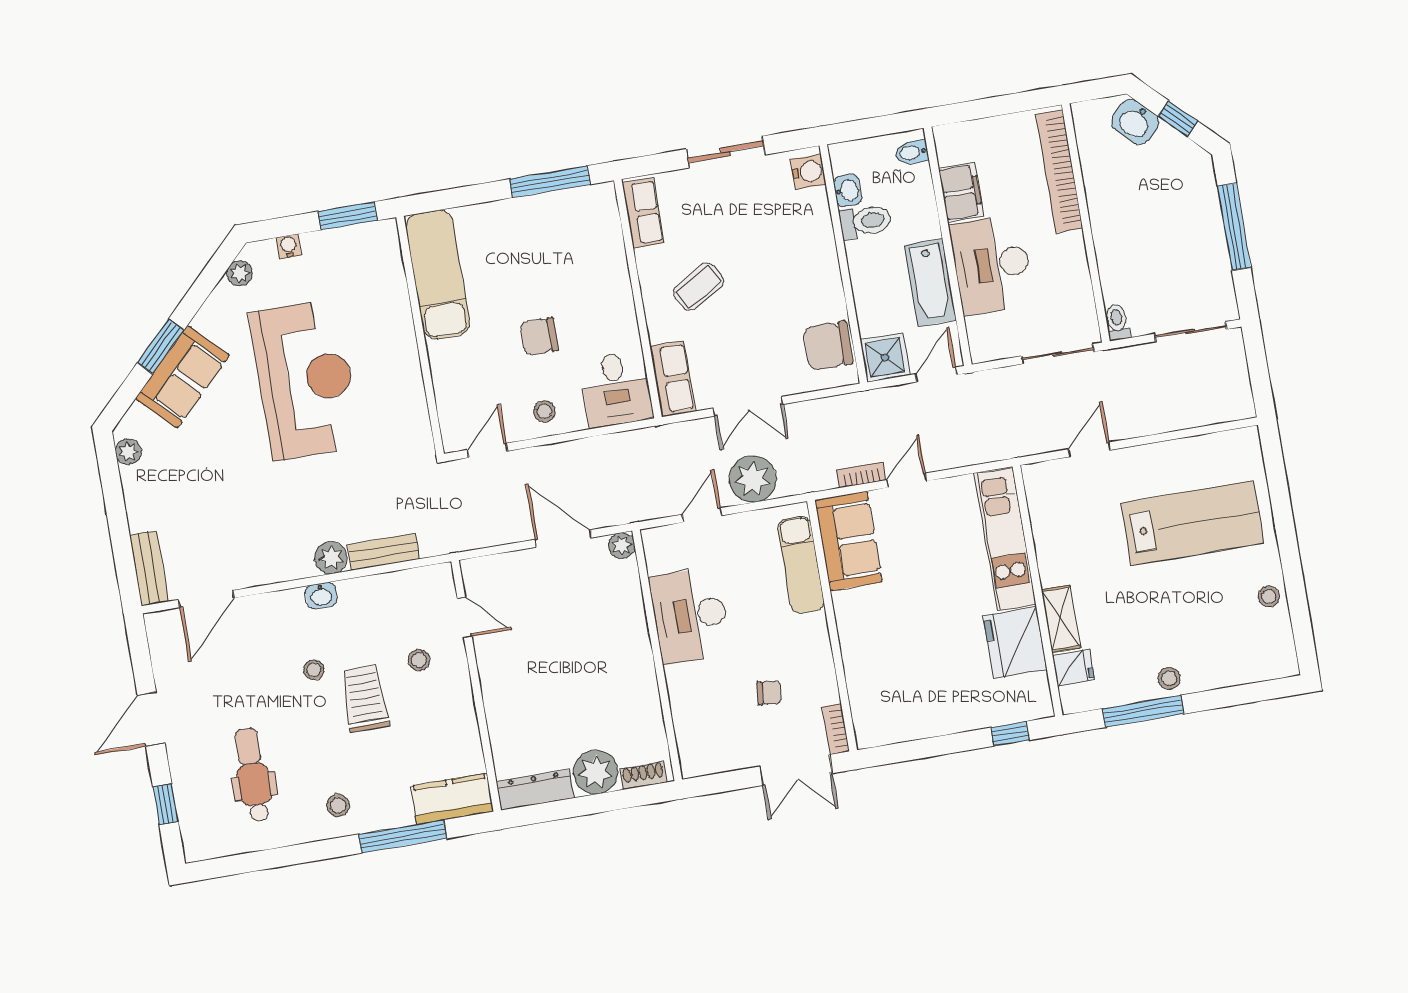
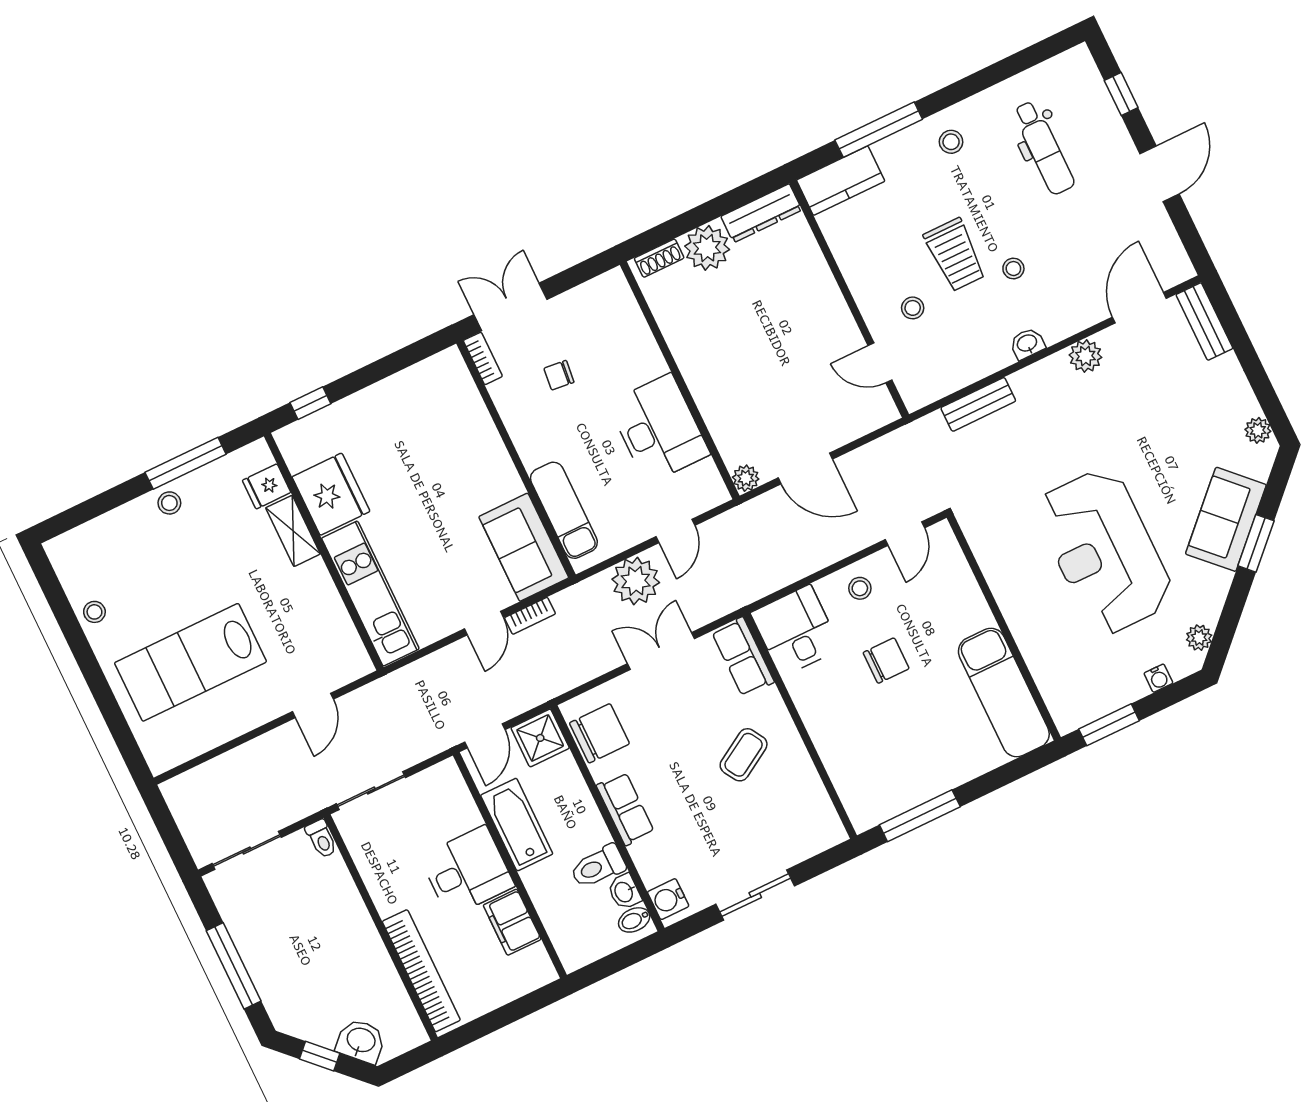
bidet: (912, 153) -> (634, 920), moved, turned 180
row of seats: (643, 213) -> (625, 809), moved, turned 180
desk: (992, 265) -> (467, 871), width x0.73
plant: (331, 558) -> (1085, 356), moved

